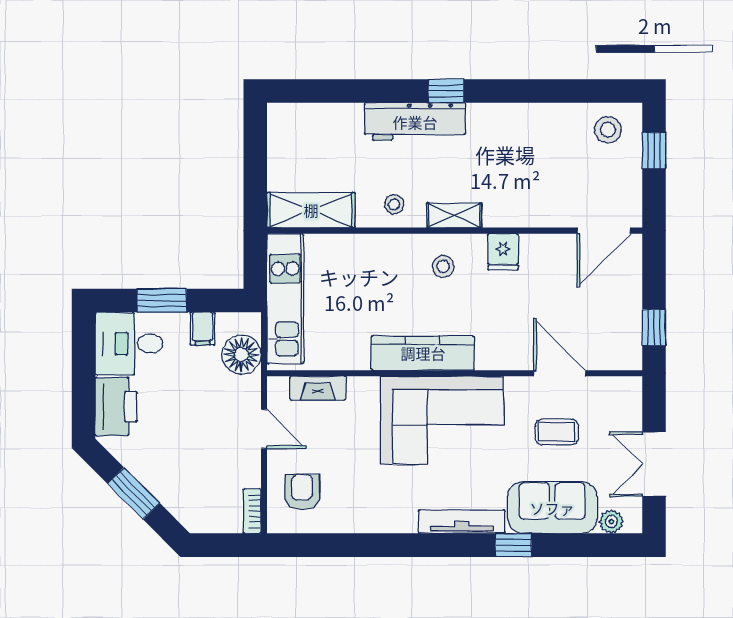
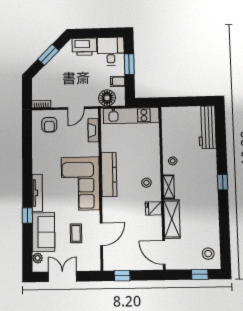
workbench: (415, 122) -> (207, 127), moved
shelving: (311, 210) -> (172, 219), moved
armchair: (302, 492) -> (49, 125), turned 90

